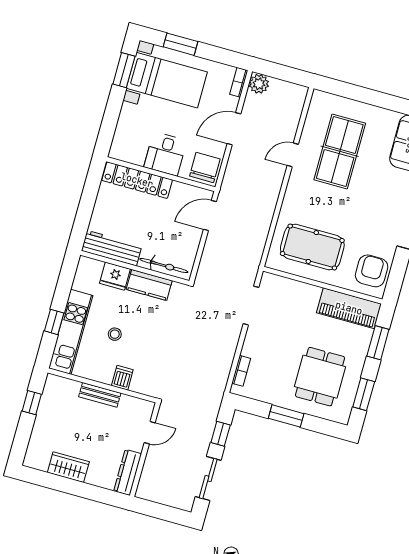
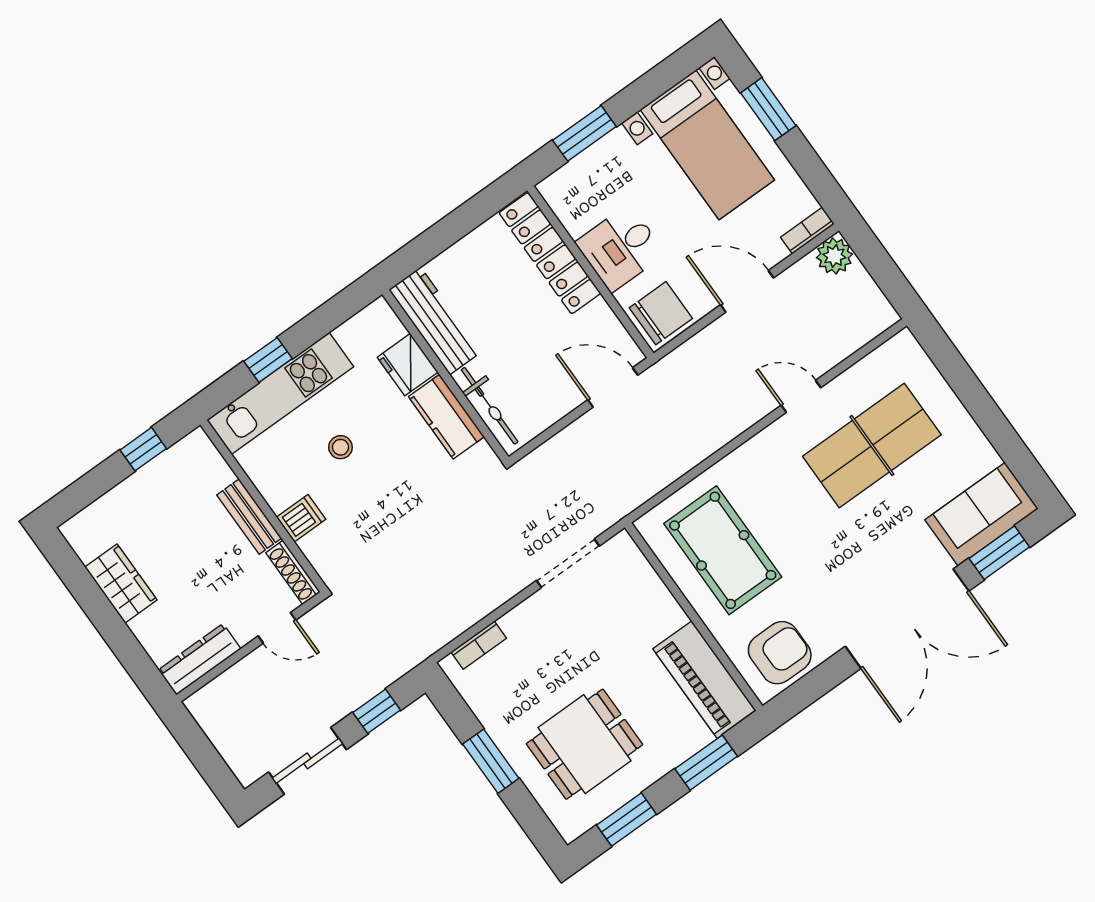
window: (124, 70) -> (584, 133), moved
shoe rack: (137, 404) -> (293, 572), added

